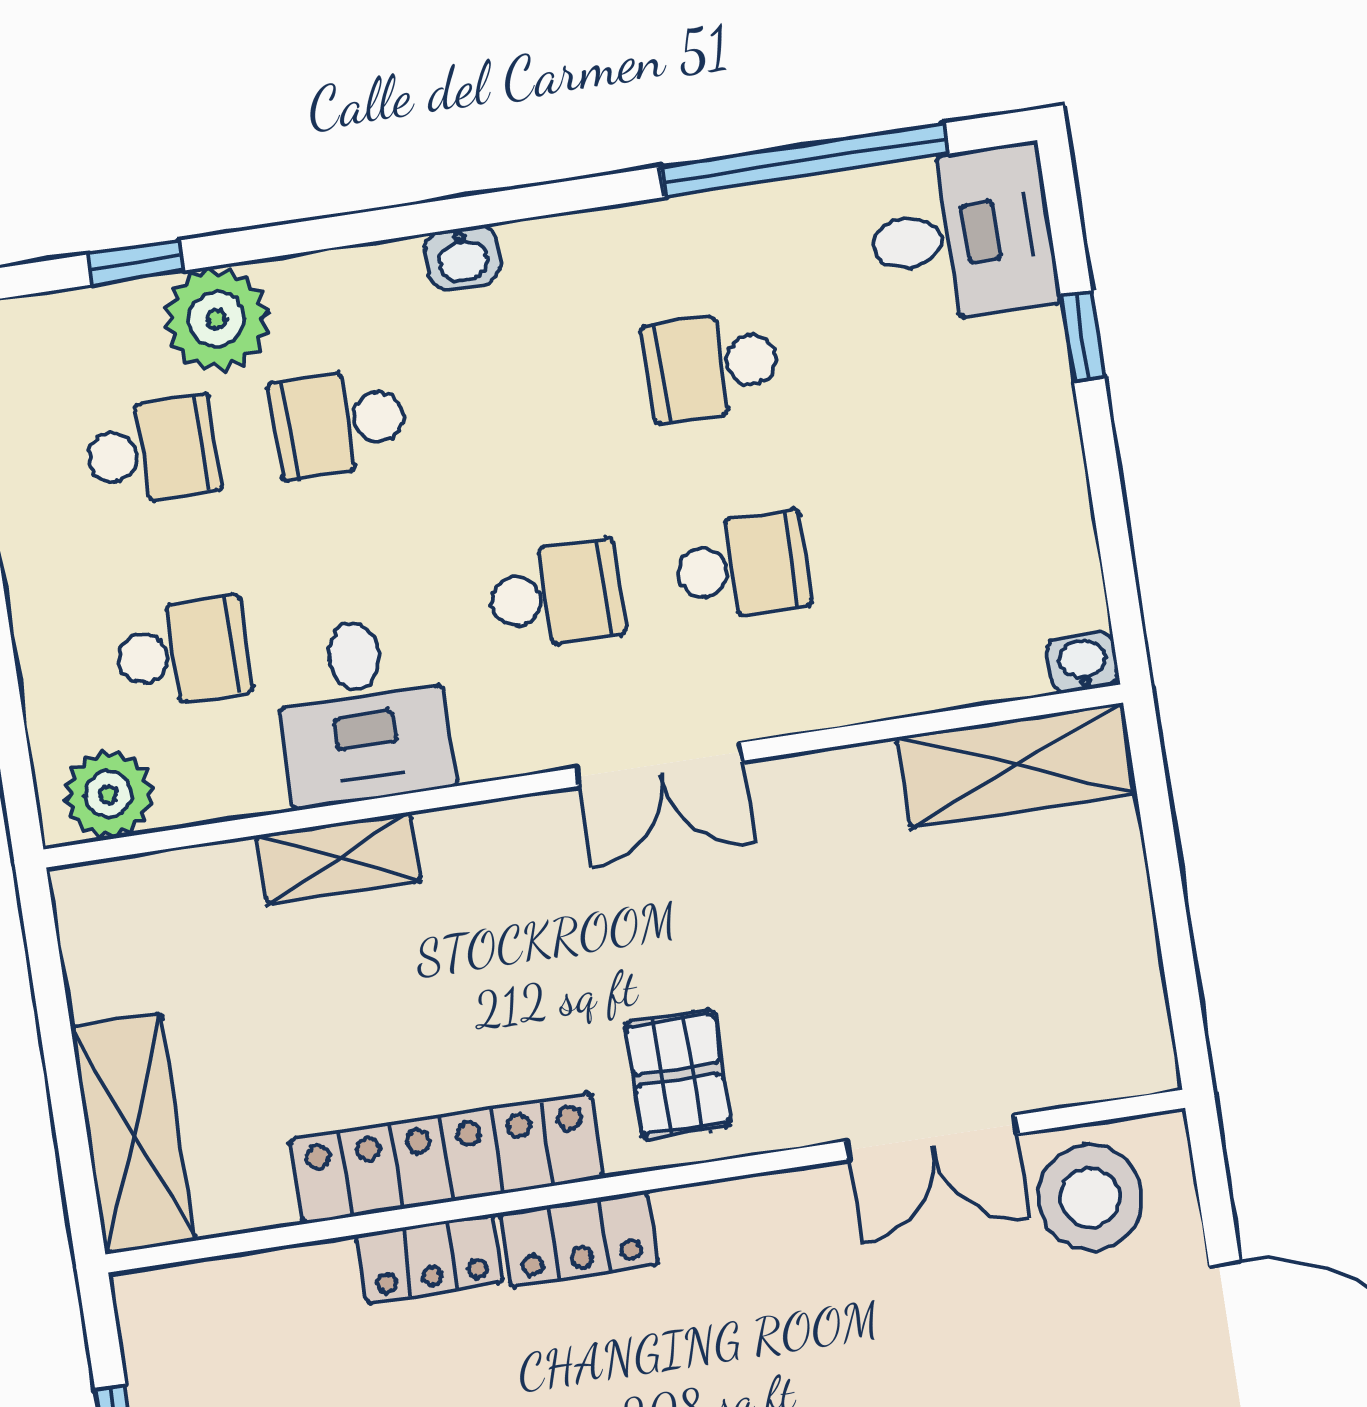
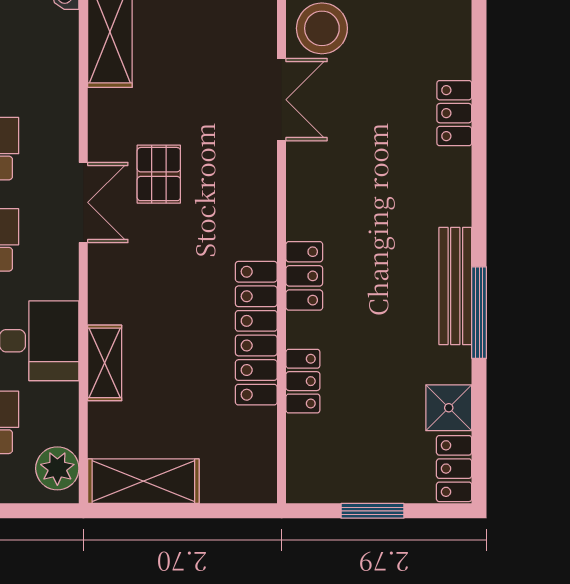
pallet: (678, 1075) -> (159, 174), moved, turned 90
shelving: (133, 1134) -> (143, 481), moved
locker: (430, 1259) -> (303, 381), moved

